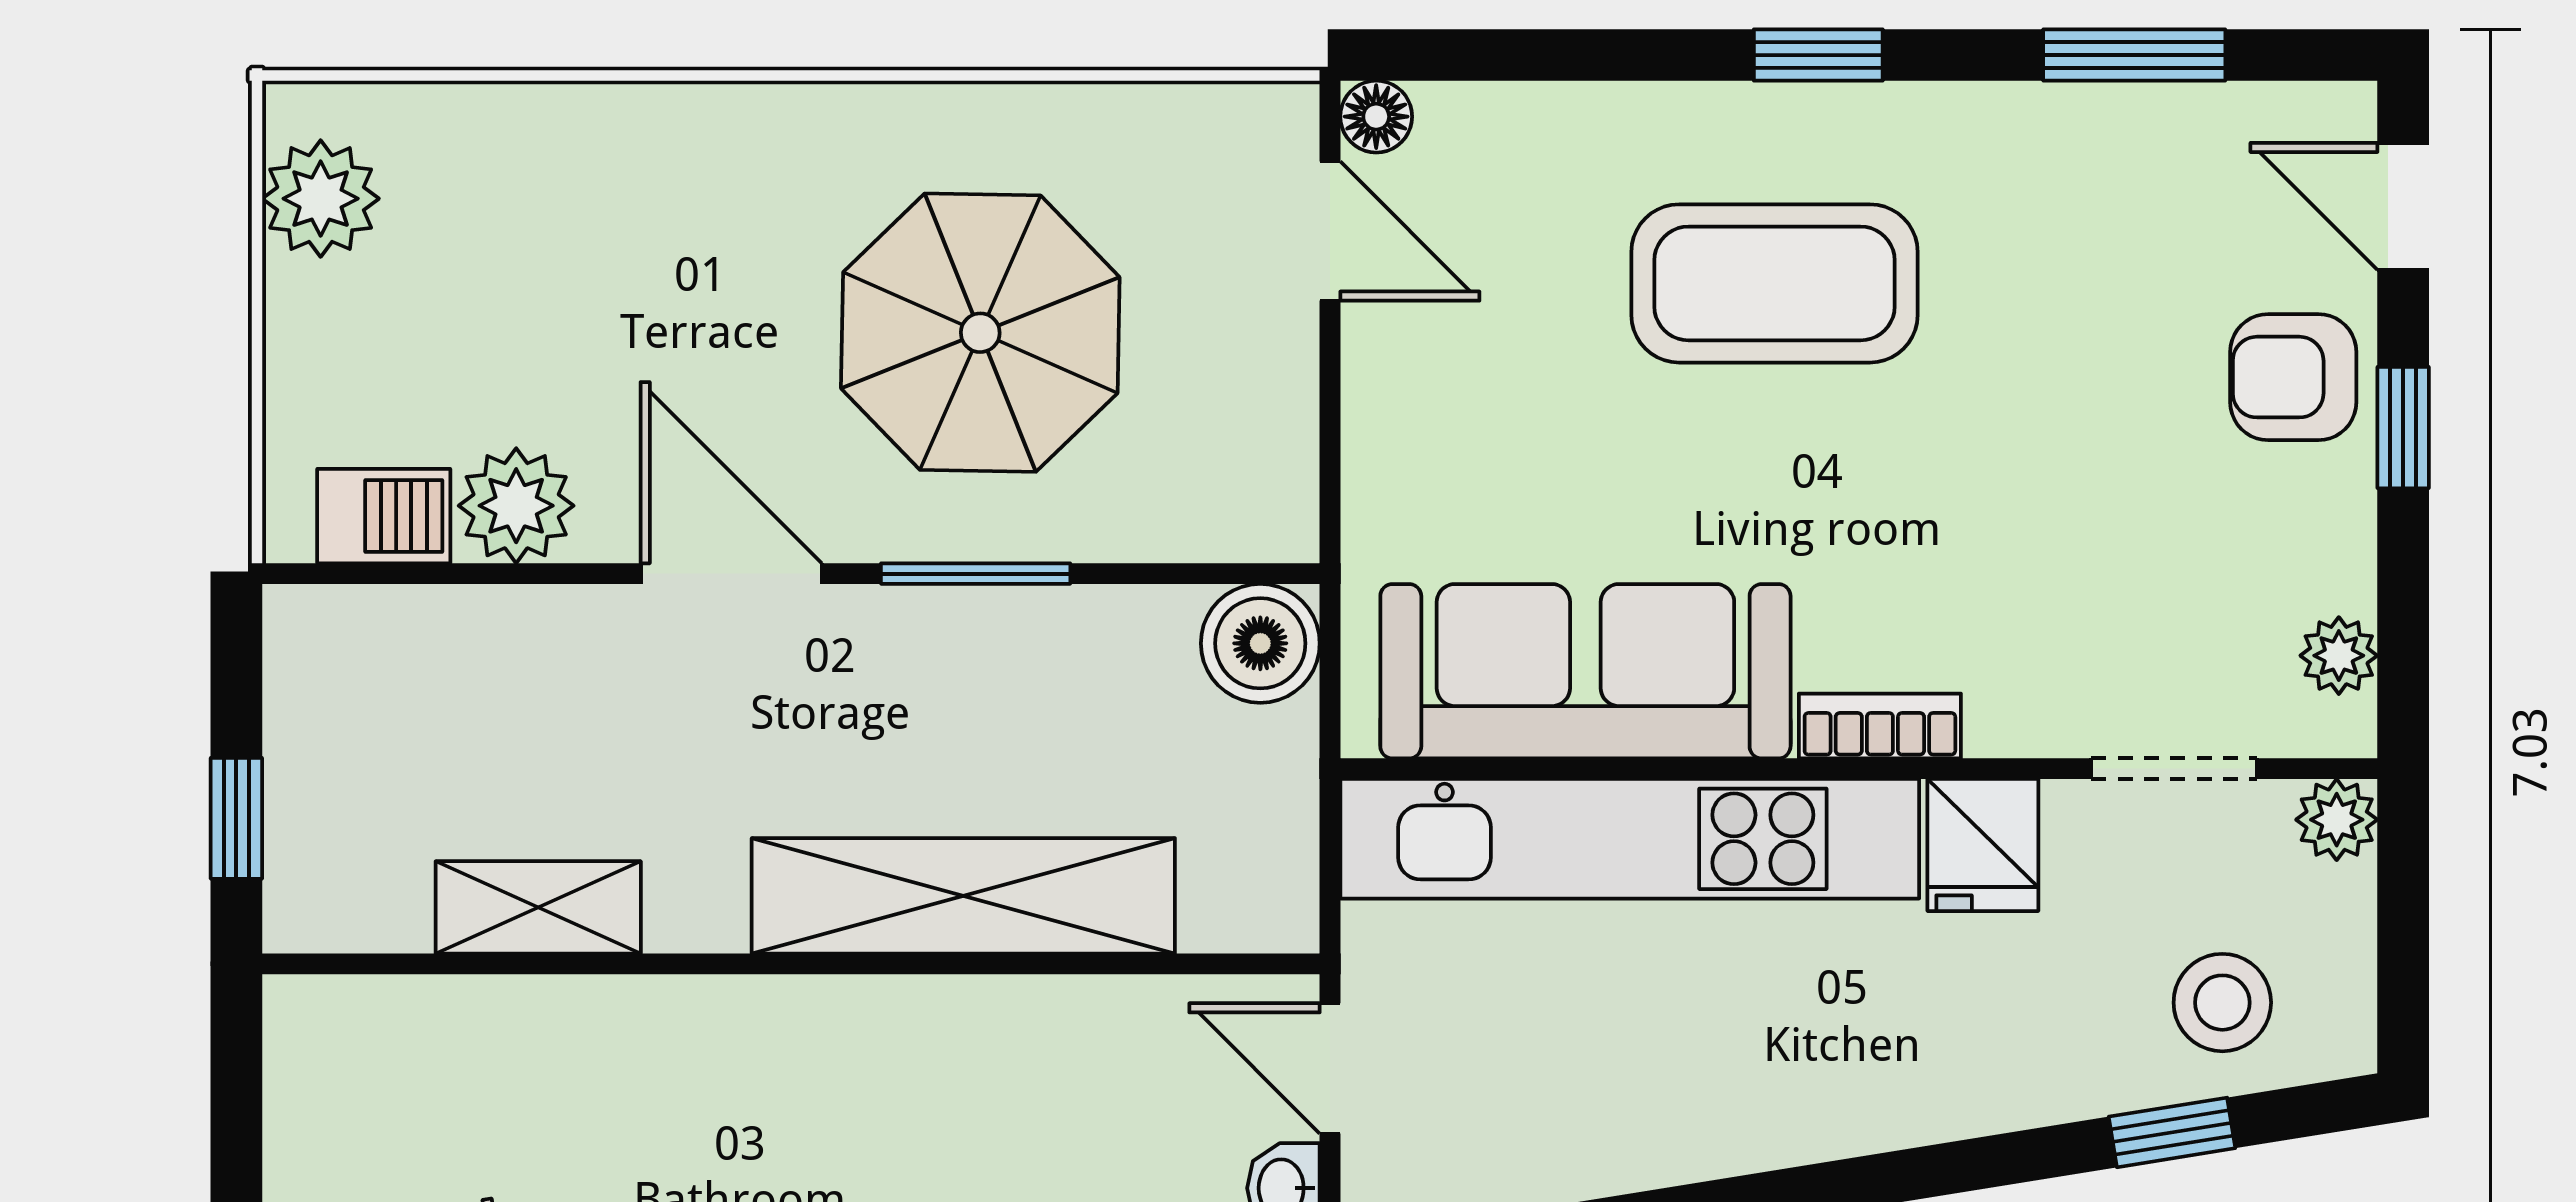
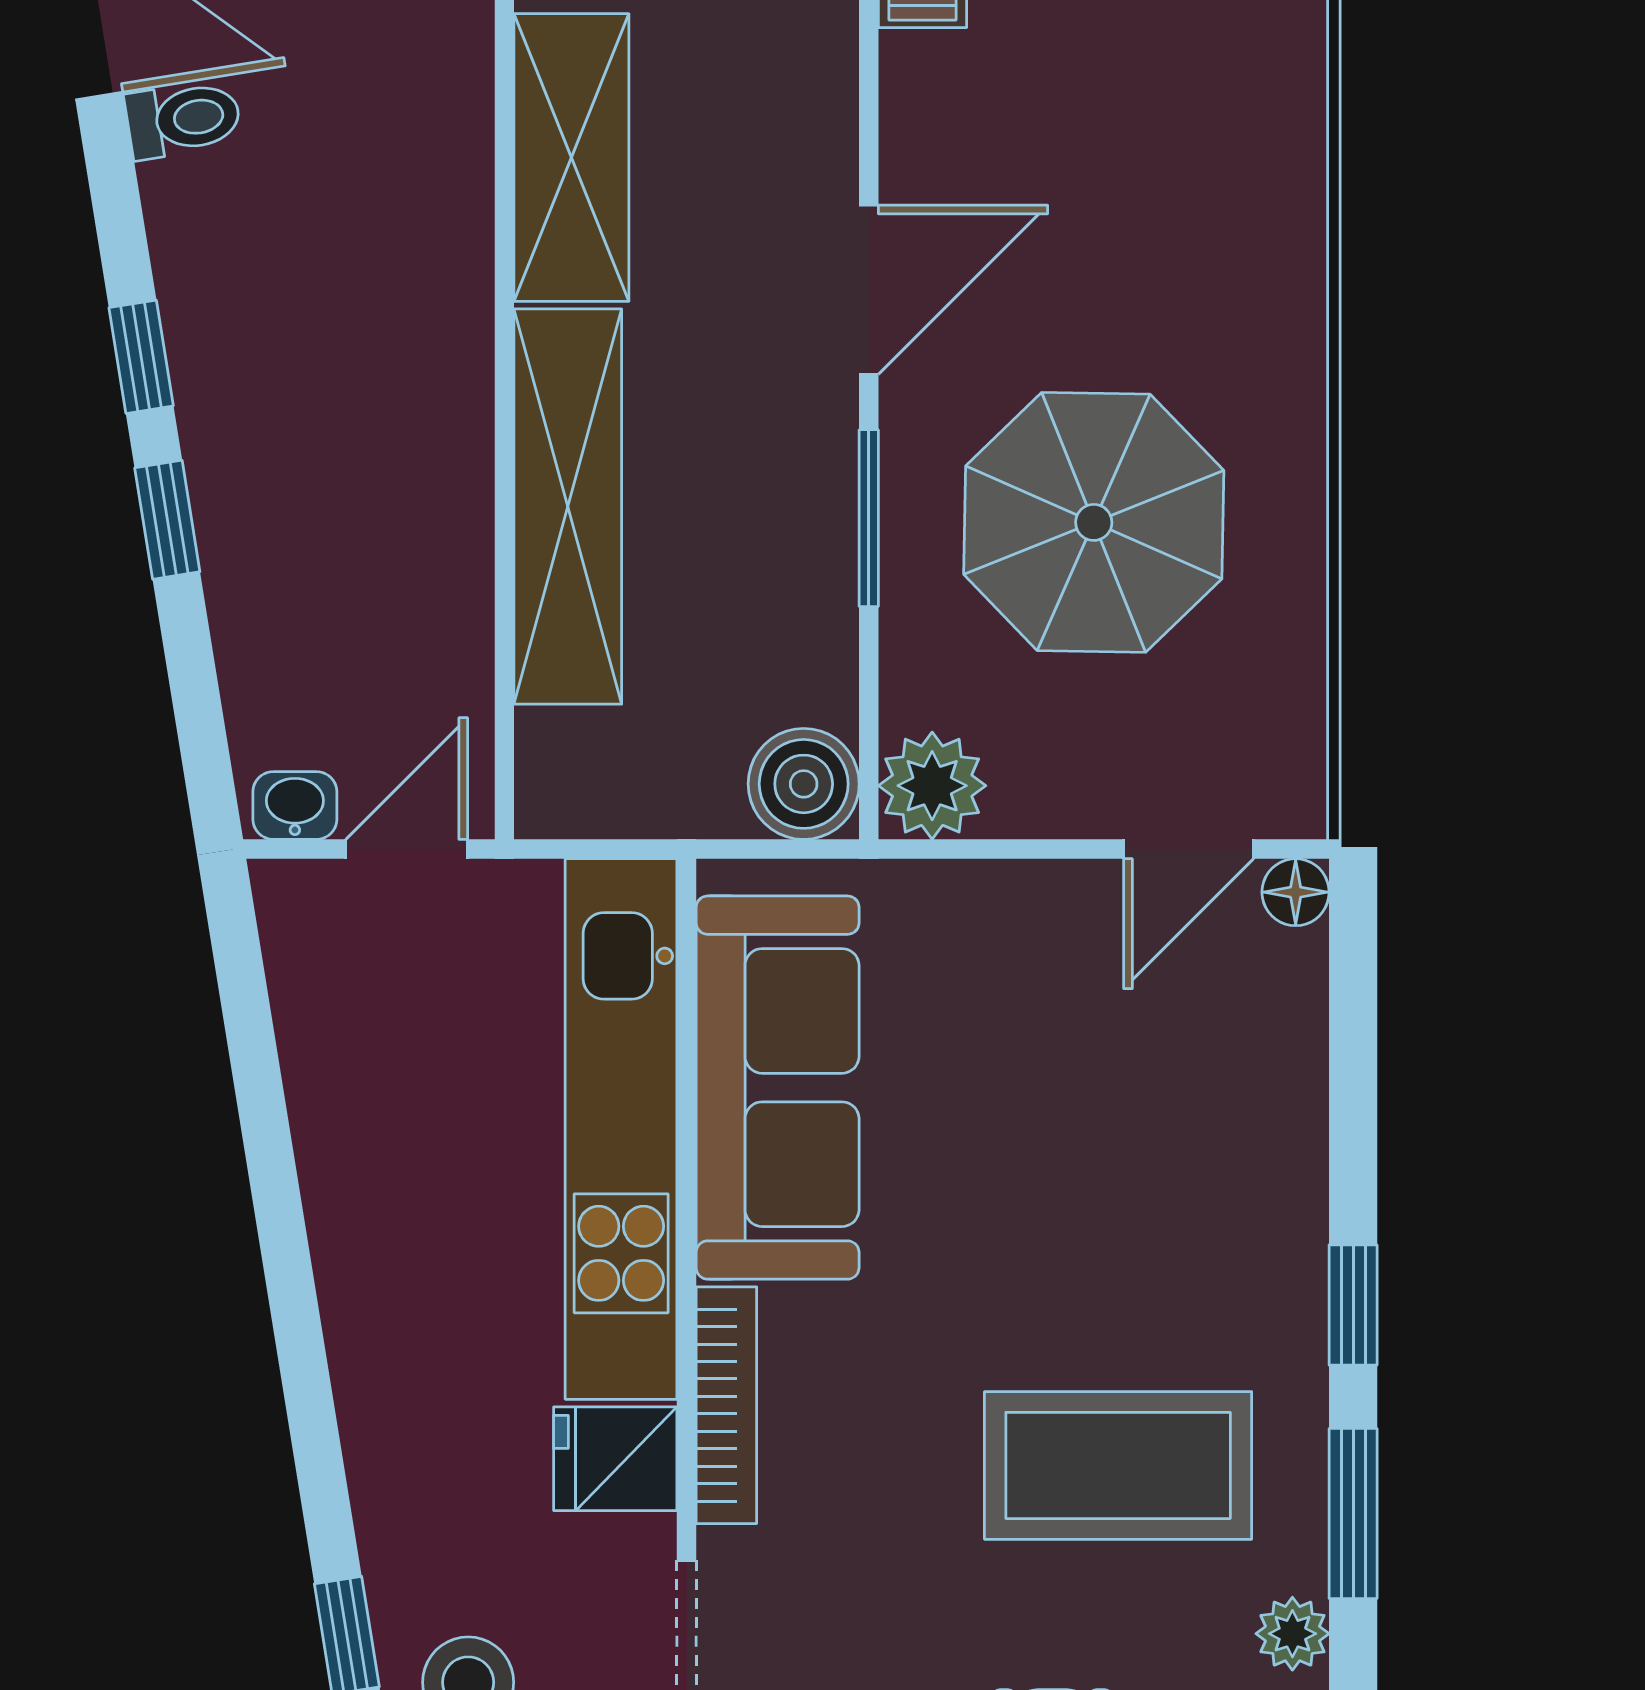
window: (2134, 55) -> (1353, 1513), moved
plant: (2170, 120) -> (1292, 1634), added
coffee table: (1774, 283) -> (1118, 1465), moved, turned 90
plant: (516, 506) -> (932, 786), moved
bookcase: (1880, 726) -> (726, 1405), width x1.56
shelving: (538, 907) -> (571, 157), width x1.50, depth x1.33

